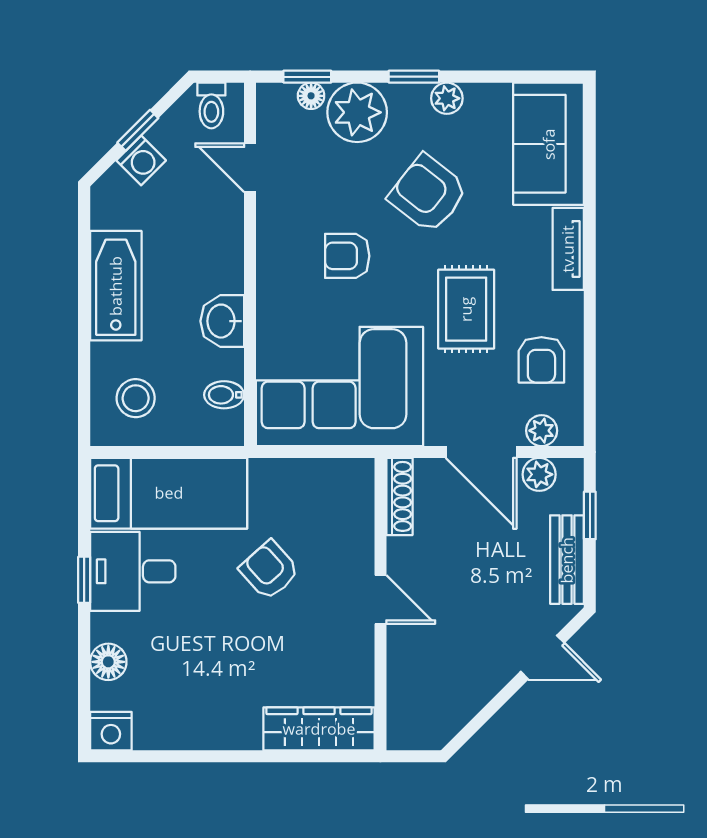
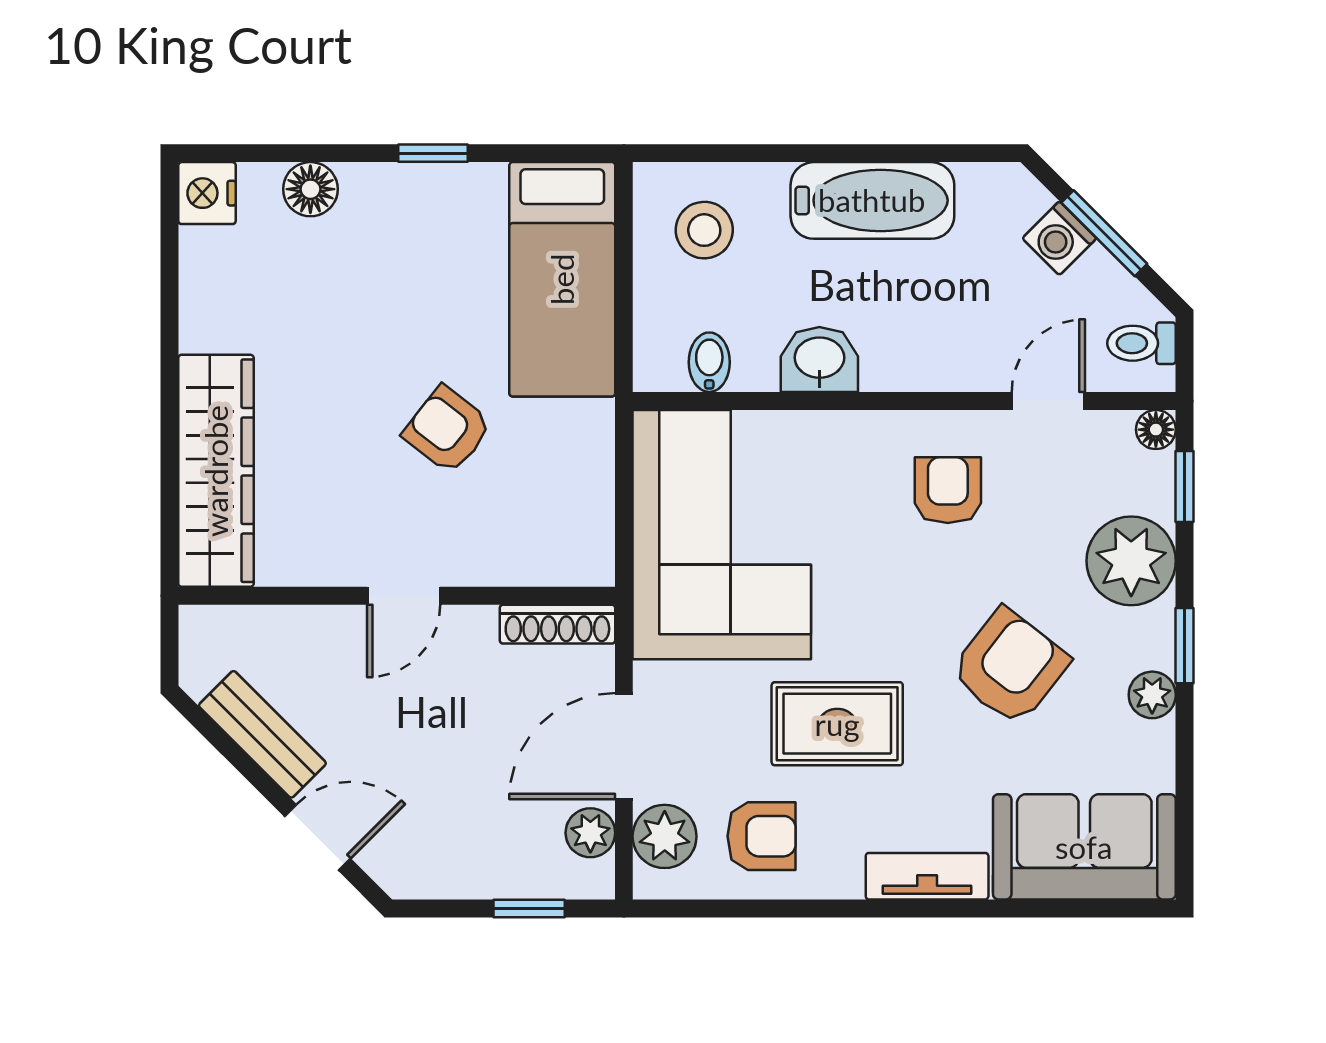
floor lamp: (311, 96) -> (1156, 430), moved
window: (138, 130) -> (1104, 233), width x1.50
armchair: (347, 256) -> (948, 490), moved
armchair: (541, 360) -> (762, 836), turned 180
plant: (542, 431) -> (665, 836), width x1.38, depth x1.38
bench: (567, 560) -> (262, 734), moved, turned 45
armchair: (269, 570) -> (447, 430), turned -100
desk: (133, 571) -> (446, 226), removed
door: (542, 657) -> (317, 838), swing flipped
wardrobe: (319, 729) -> (216, 471), width x1.40, depth x1.17

